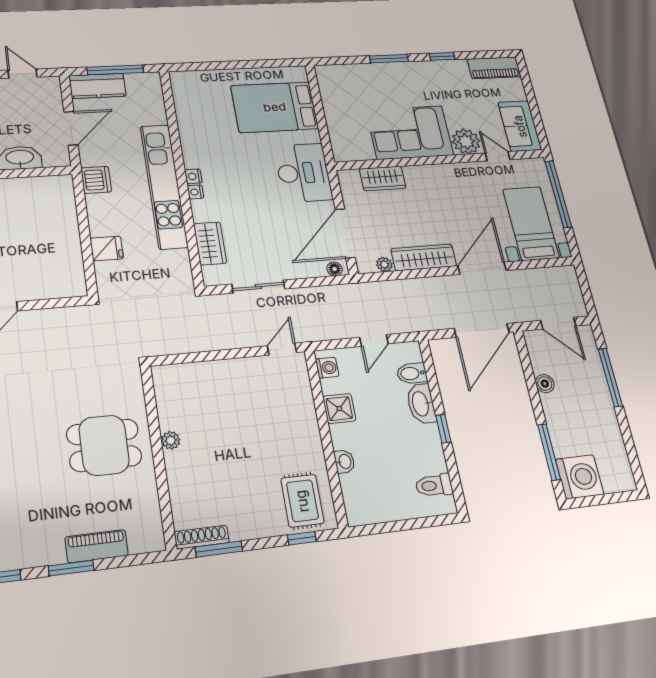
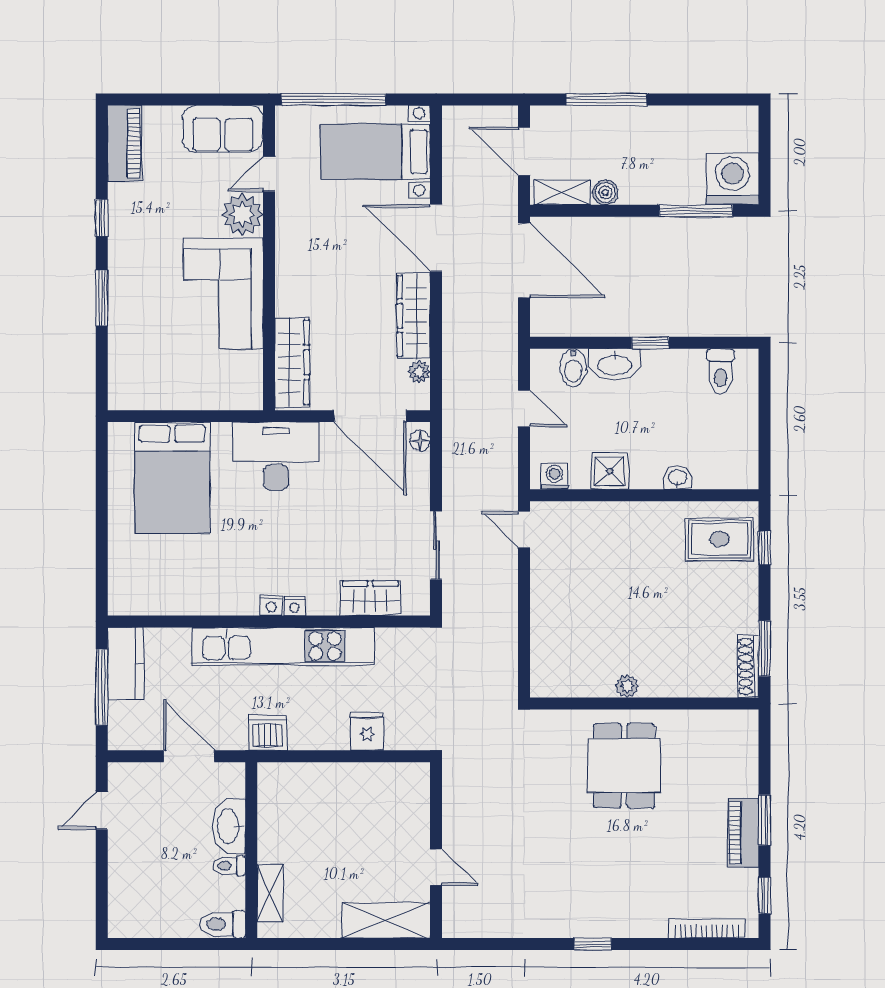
kitchen counter: (97, 86) -> (126, 664), moved
wardrobe: (383, 178) -> (292, 362), width x1.50
door: (558, 323) -> (524, 151), swing flipped
shelving: (537, 353) -> (562, 192), added
piano: (97, 546) -> (743, 833), moved

